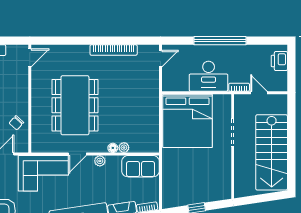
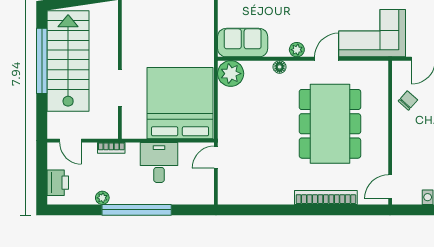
bookcase: (114, 50) -> (326, 197), moved
plant: (246, 50) -> (102, 198), added
door: (161, 59) -> (216, 157), moved
desk: (209, 76) -> (159, 162), width x0.73
door: (259, 93) -> (71, 141), moved
plant: (124, 148) -> (231, 74), moved, width x1.88, depth x1.88
window: (291, 153) -> (42, 61), added

